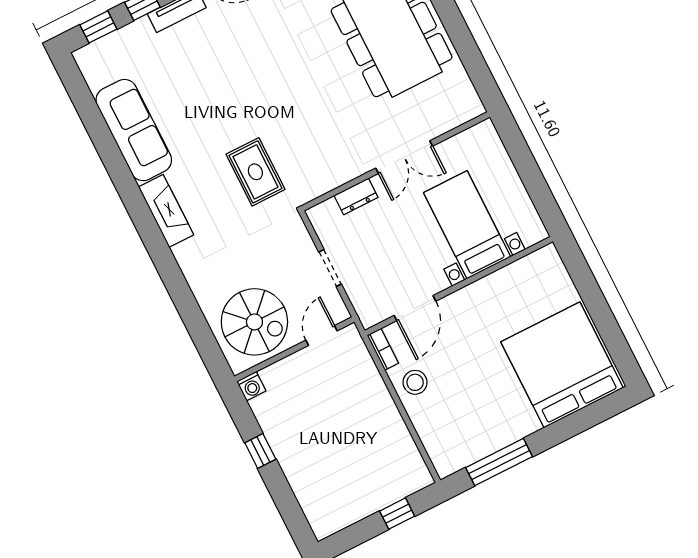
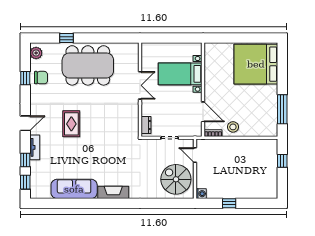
rug: (255, 172) -> (71, 124), moved, turned 90
dresser: (356, 196) -> (146, 125), moved
spiral stairs: (254, 322) -> (176, 179), turned -90

